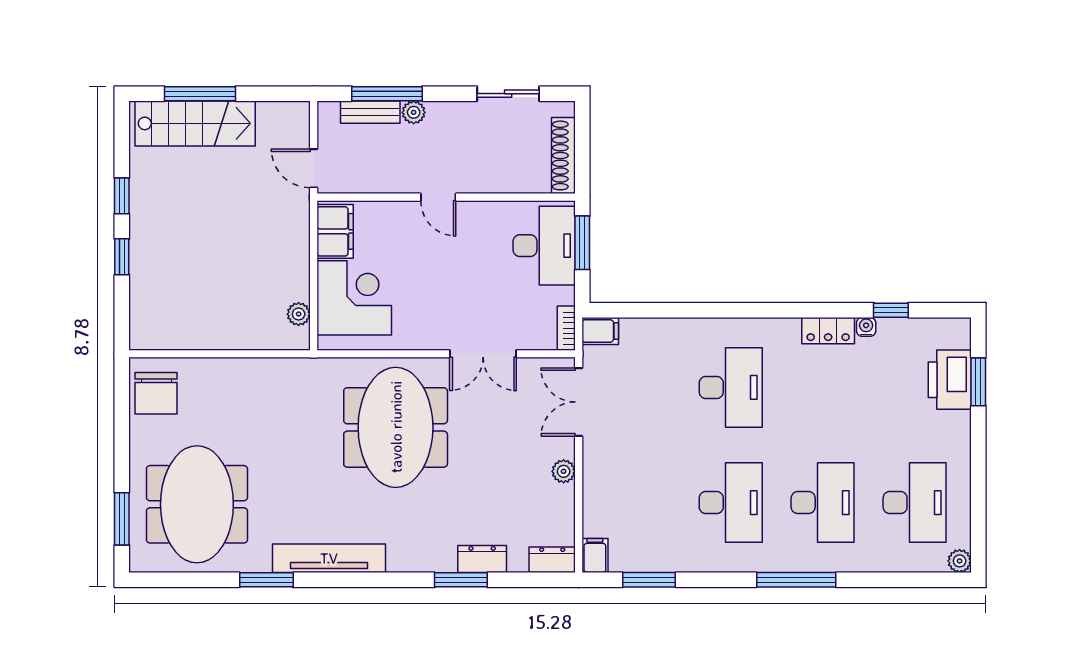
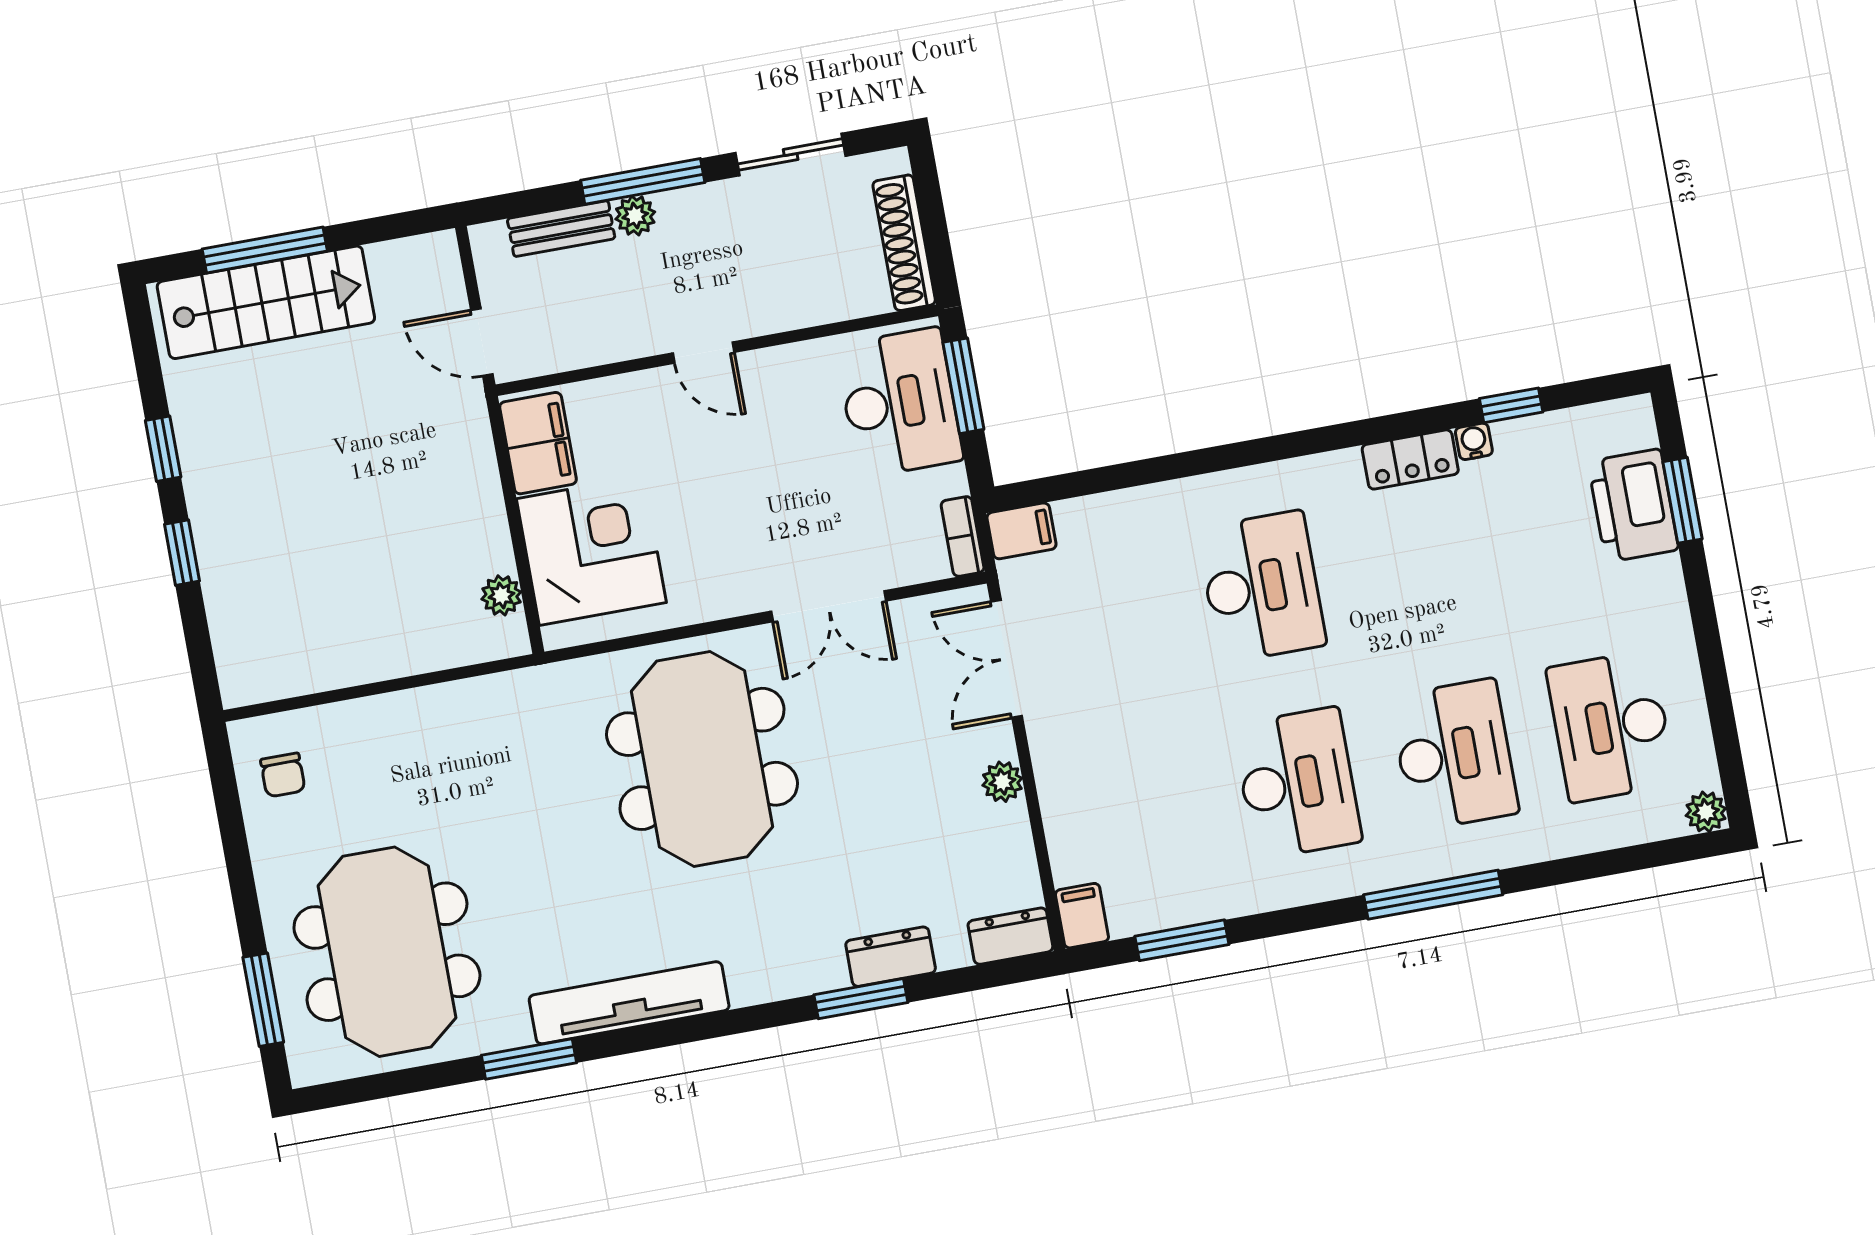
window: (387, 94) -> (643, 181), moved
chair: (156, 393) -> (283, 775), width x0.54, depth x0.54
desk: (915, 503) -> (1611, 726), turned 180

